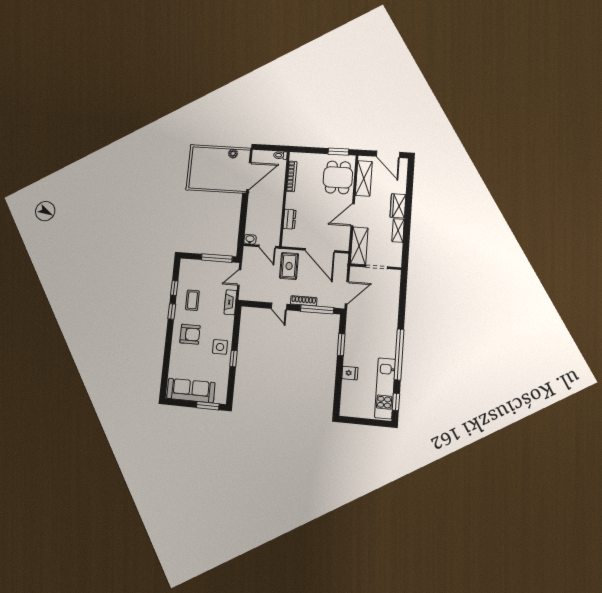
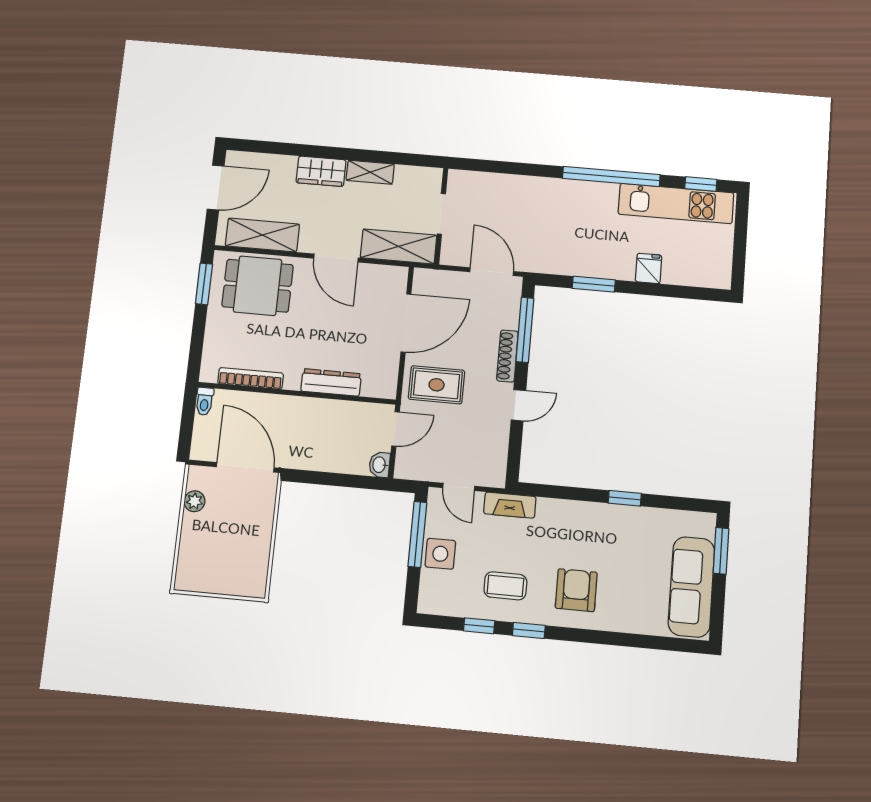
dresser: (290, 219) -> (331, 382), width x1.44
side table: (220, 347) -> (440, 554), moved

